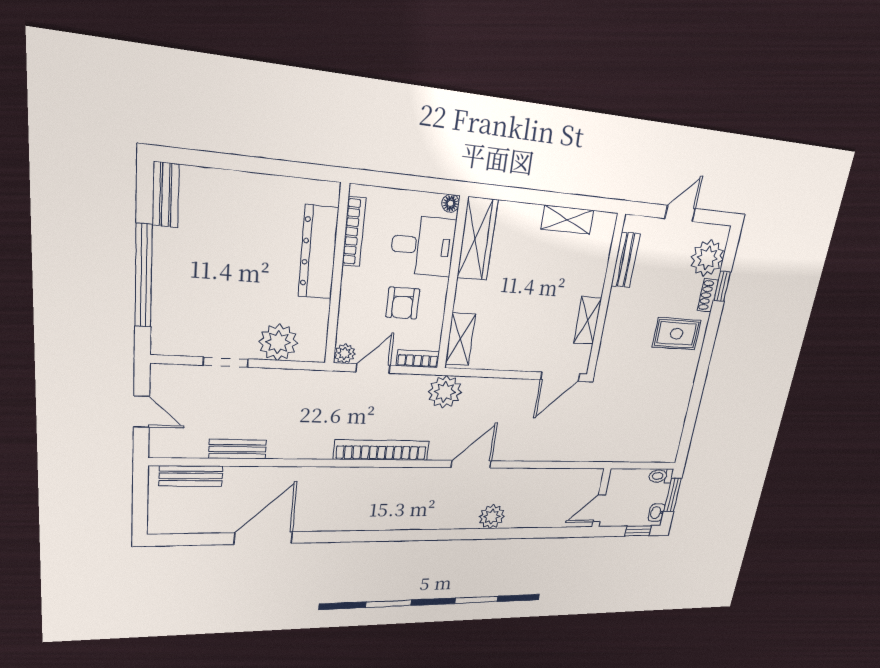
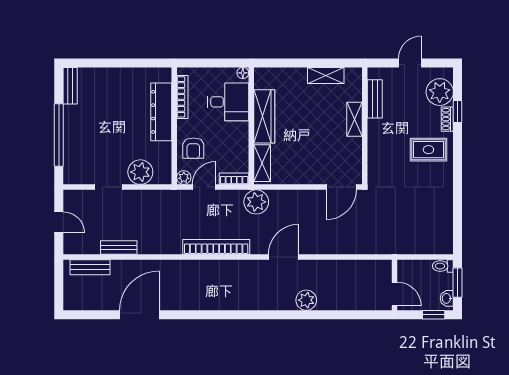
wardrobe: (477, 239) -> (264, 116), moved
armchair: (403, 303) -> (193, 148), moved
shelving: (588, 320) -> (355, 119), moved
door: (599, 508) -> (395, 294), swing flipped

